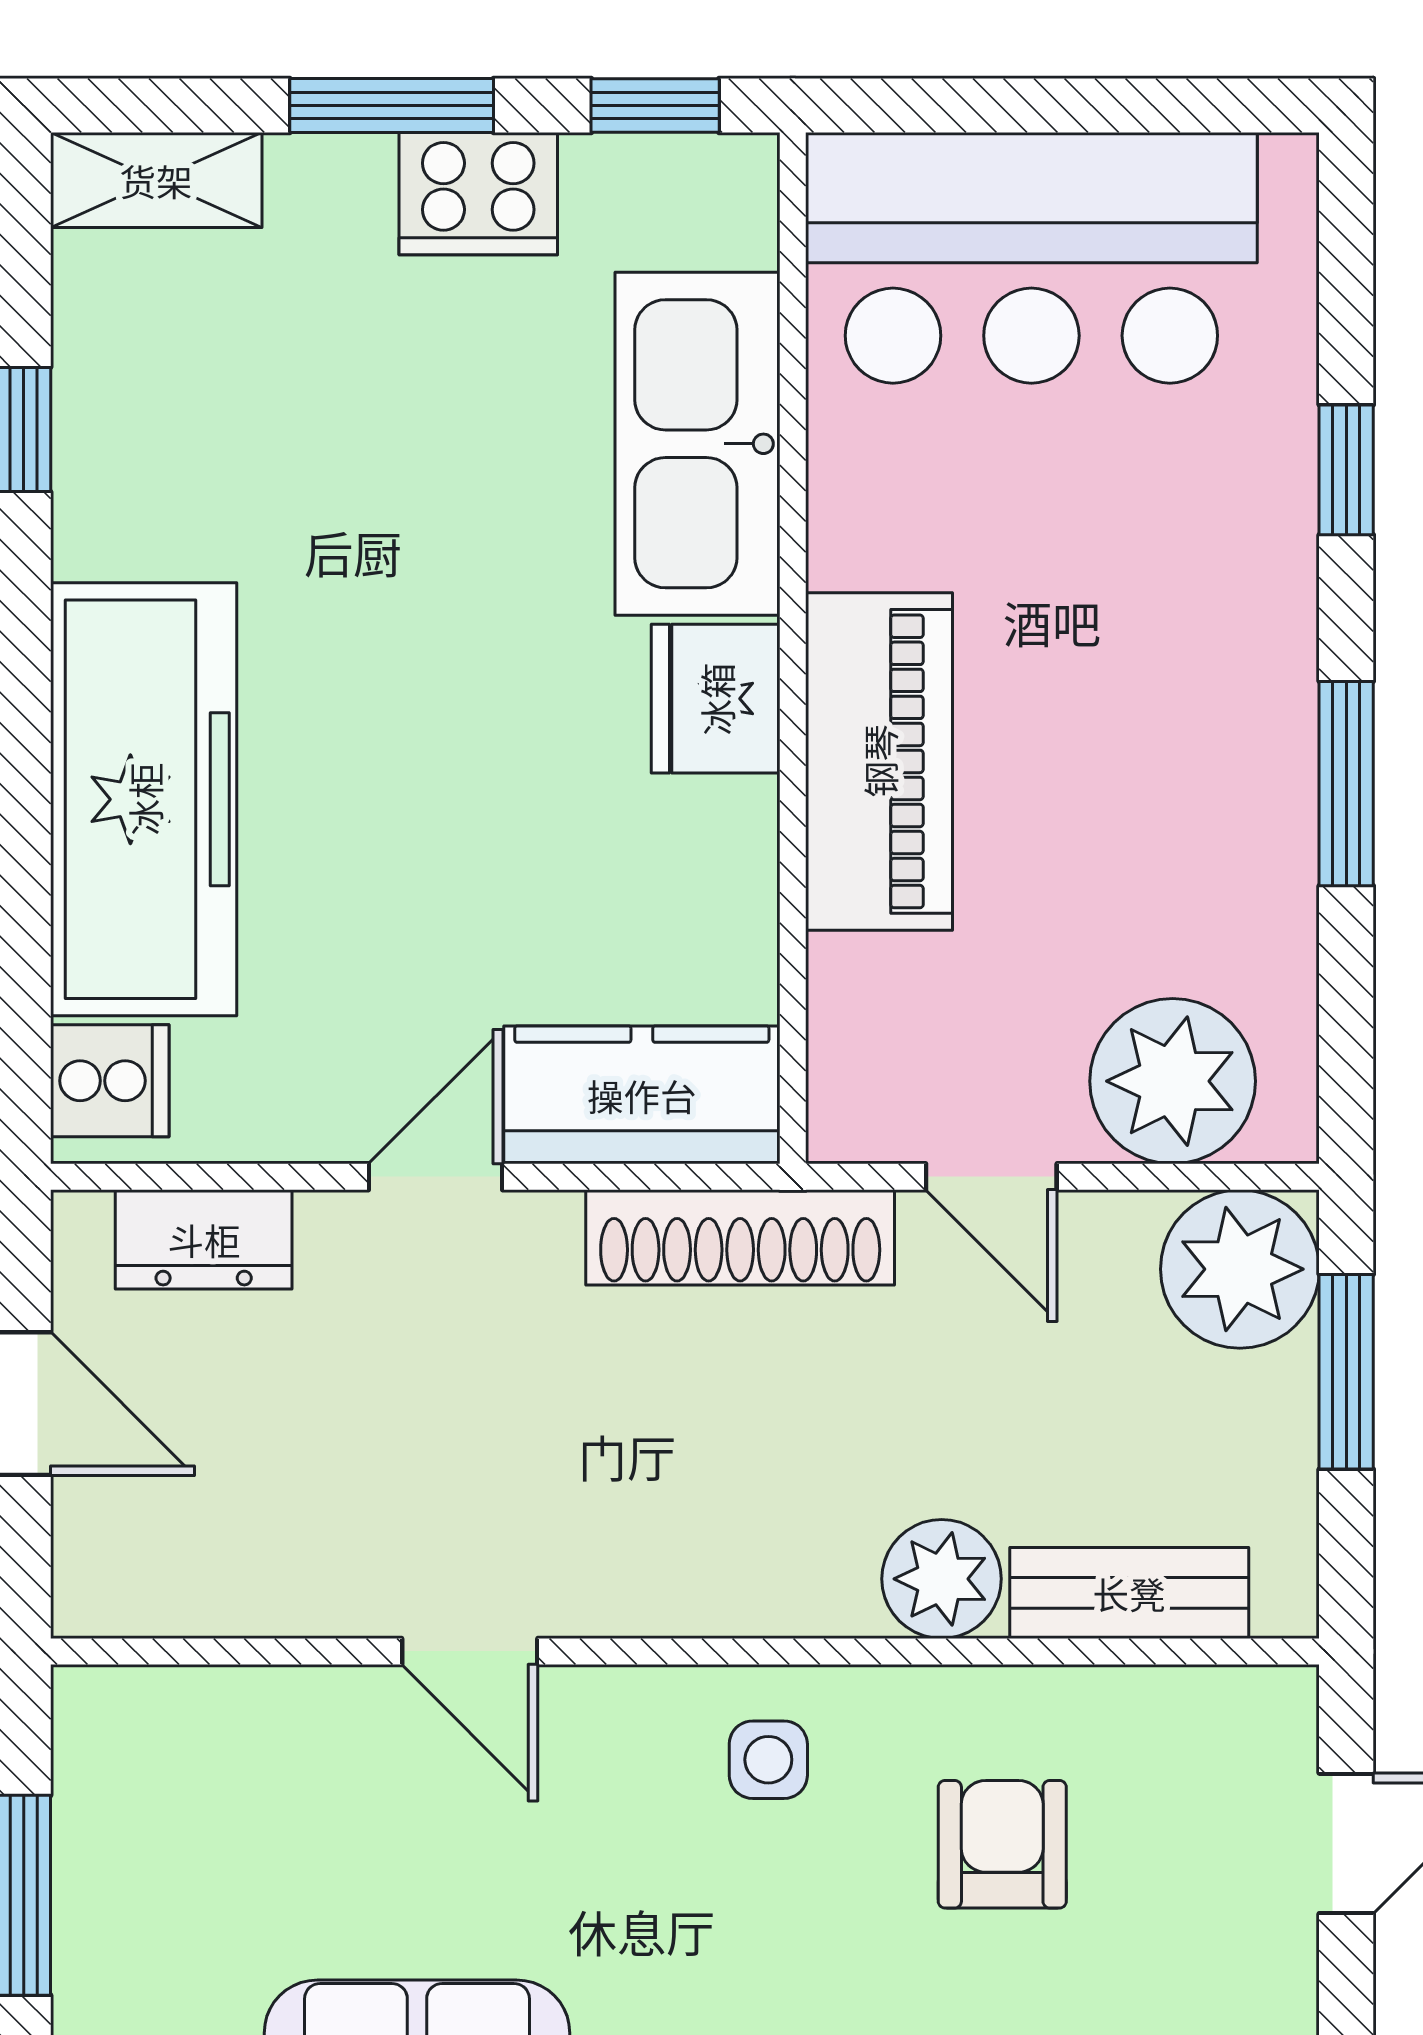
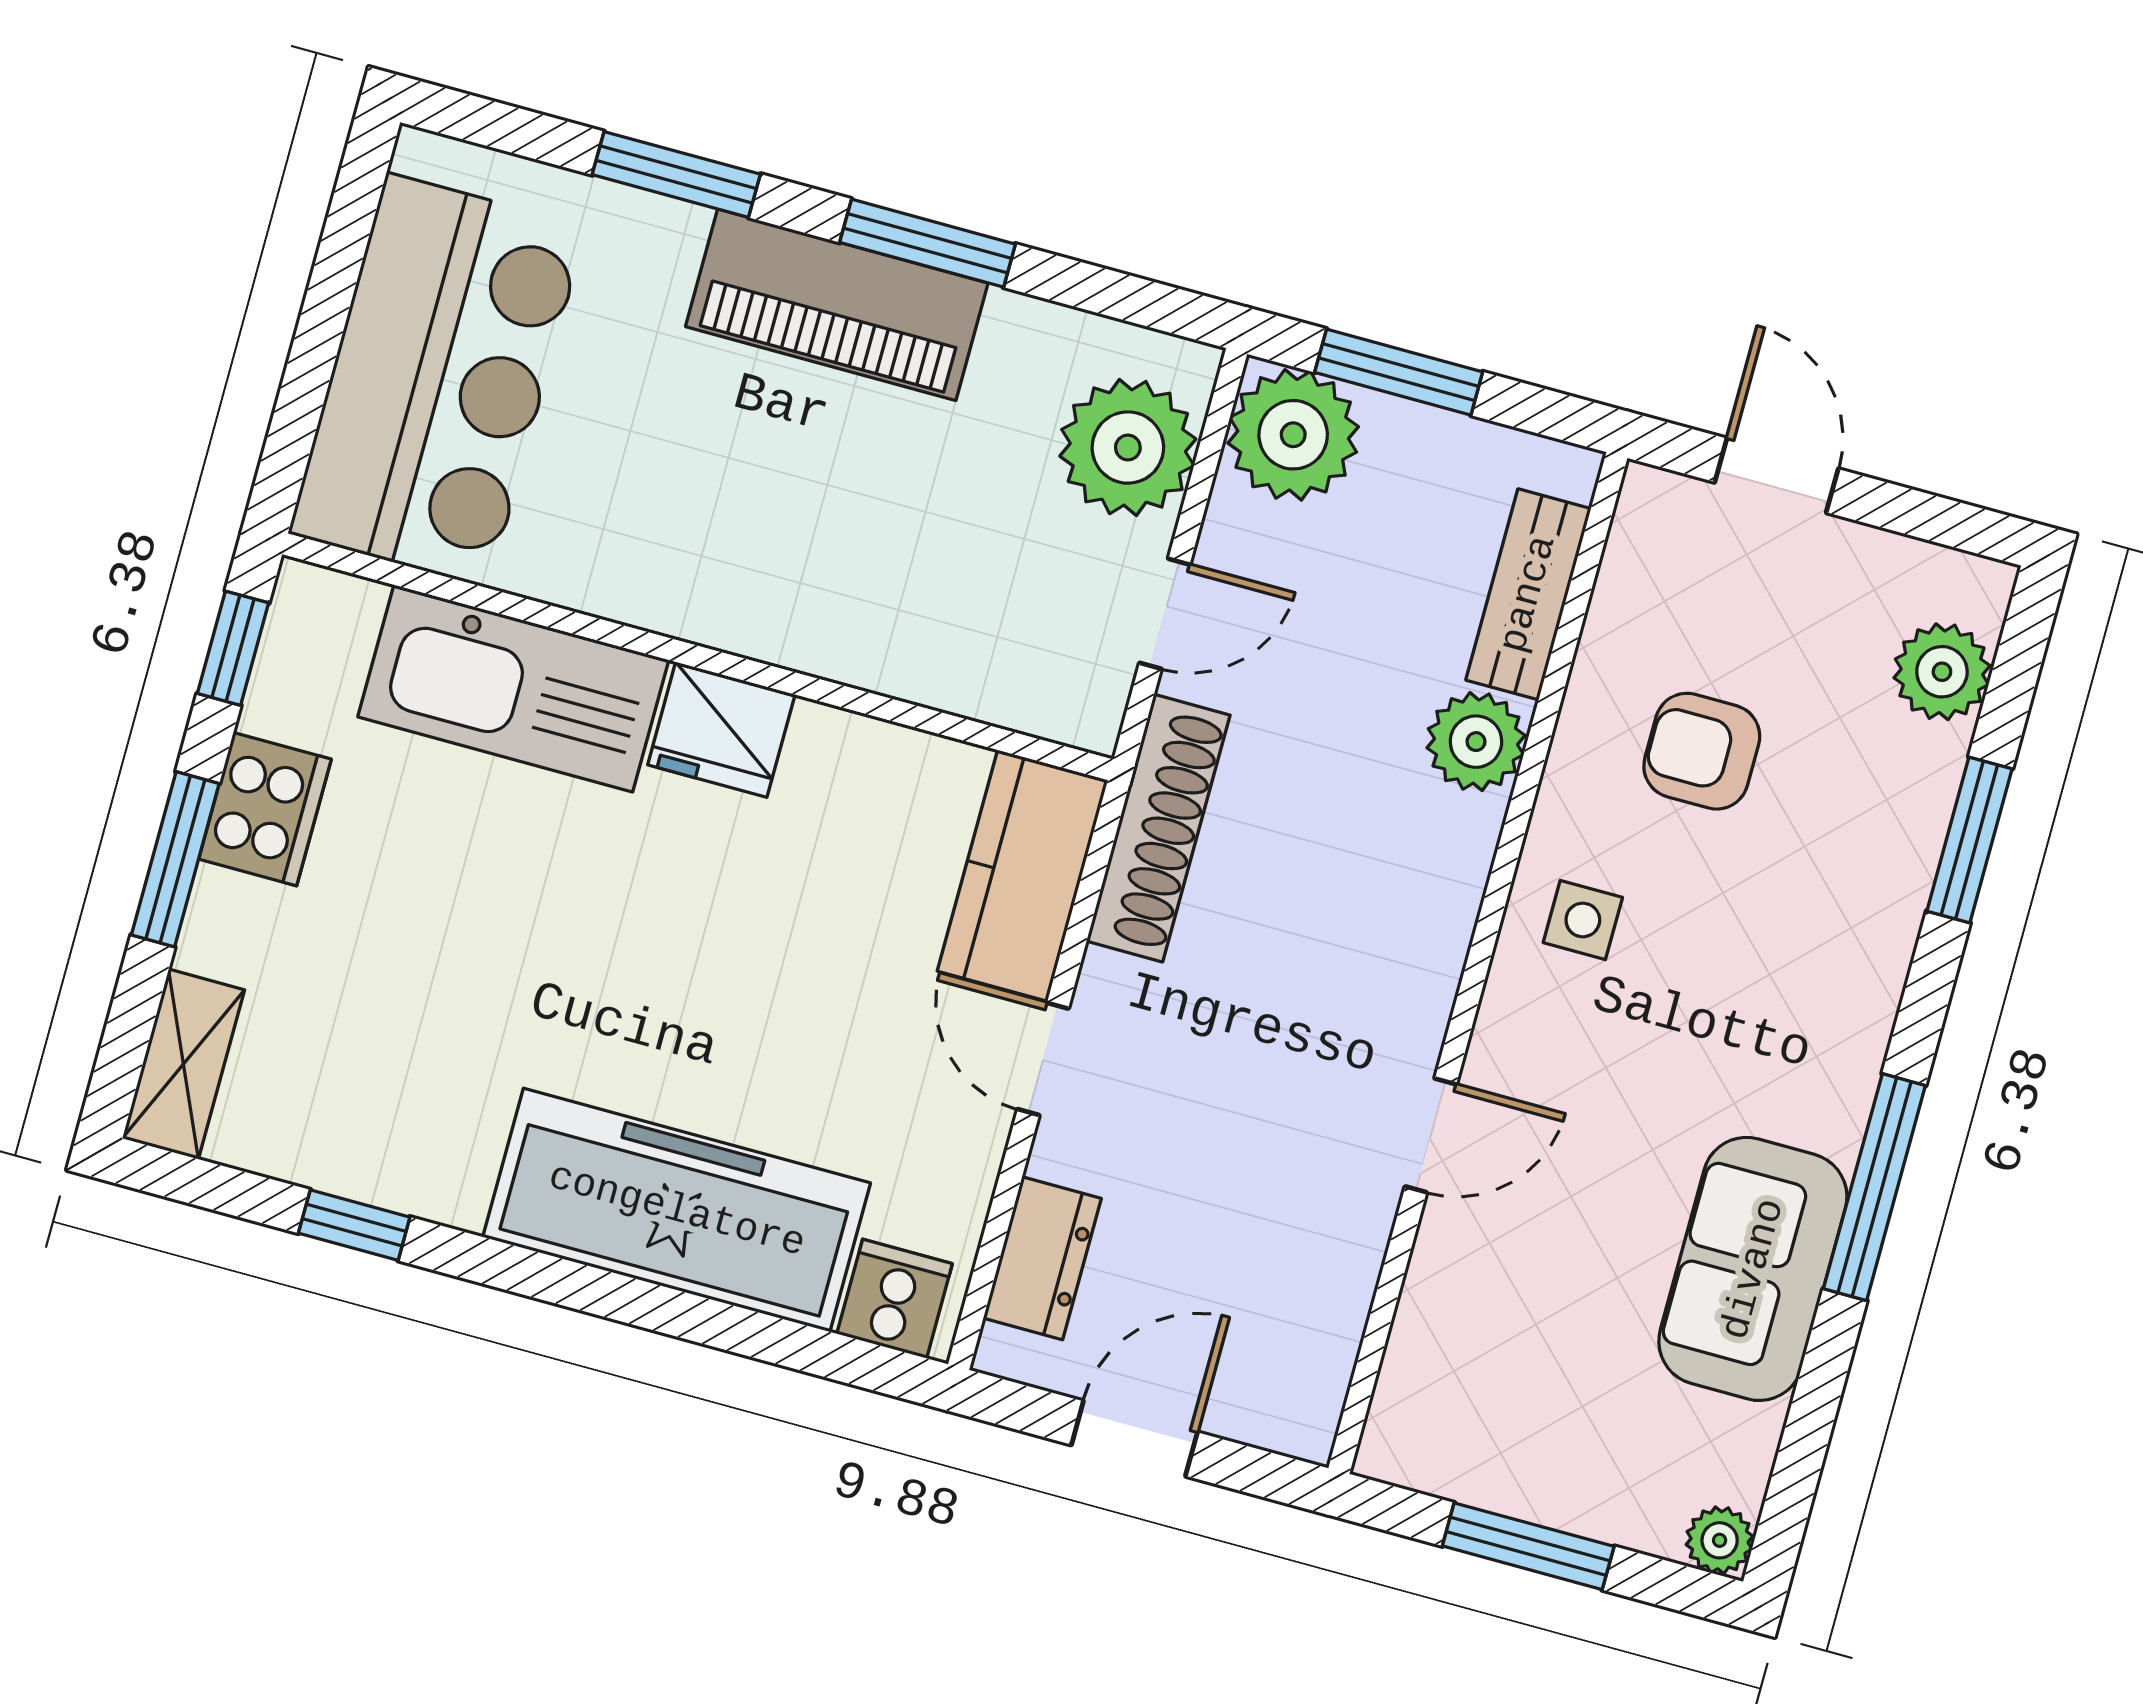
window: (1346, 470) -> (676, 174), width x1.50
piano: (879, 761) -> (837, 305), moved, turned 180

